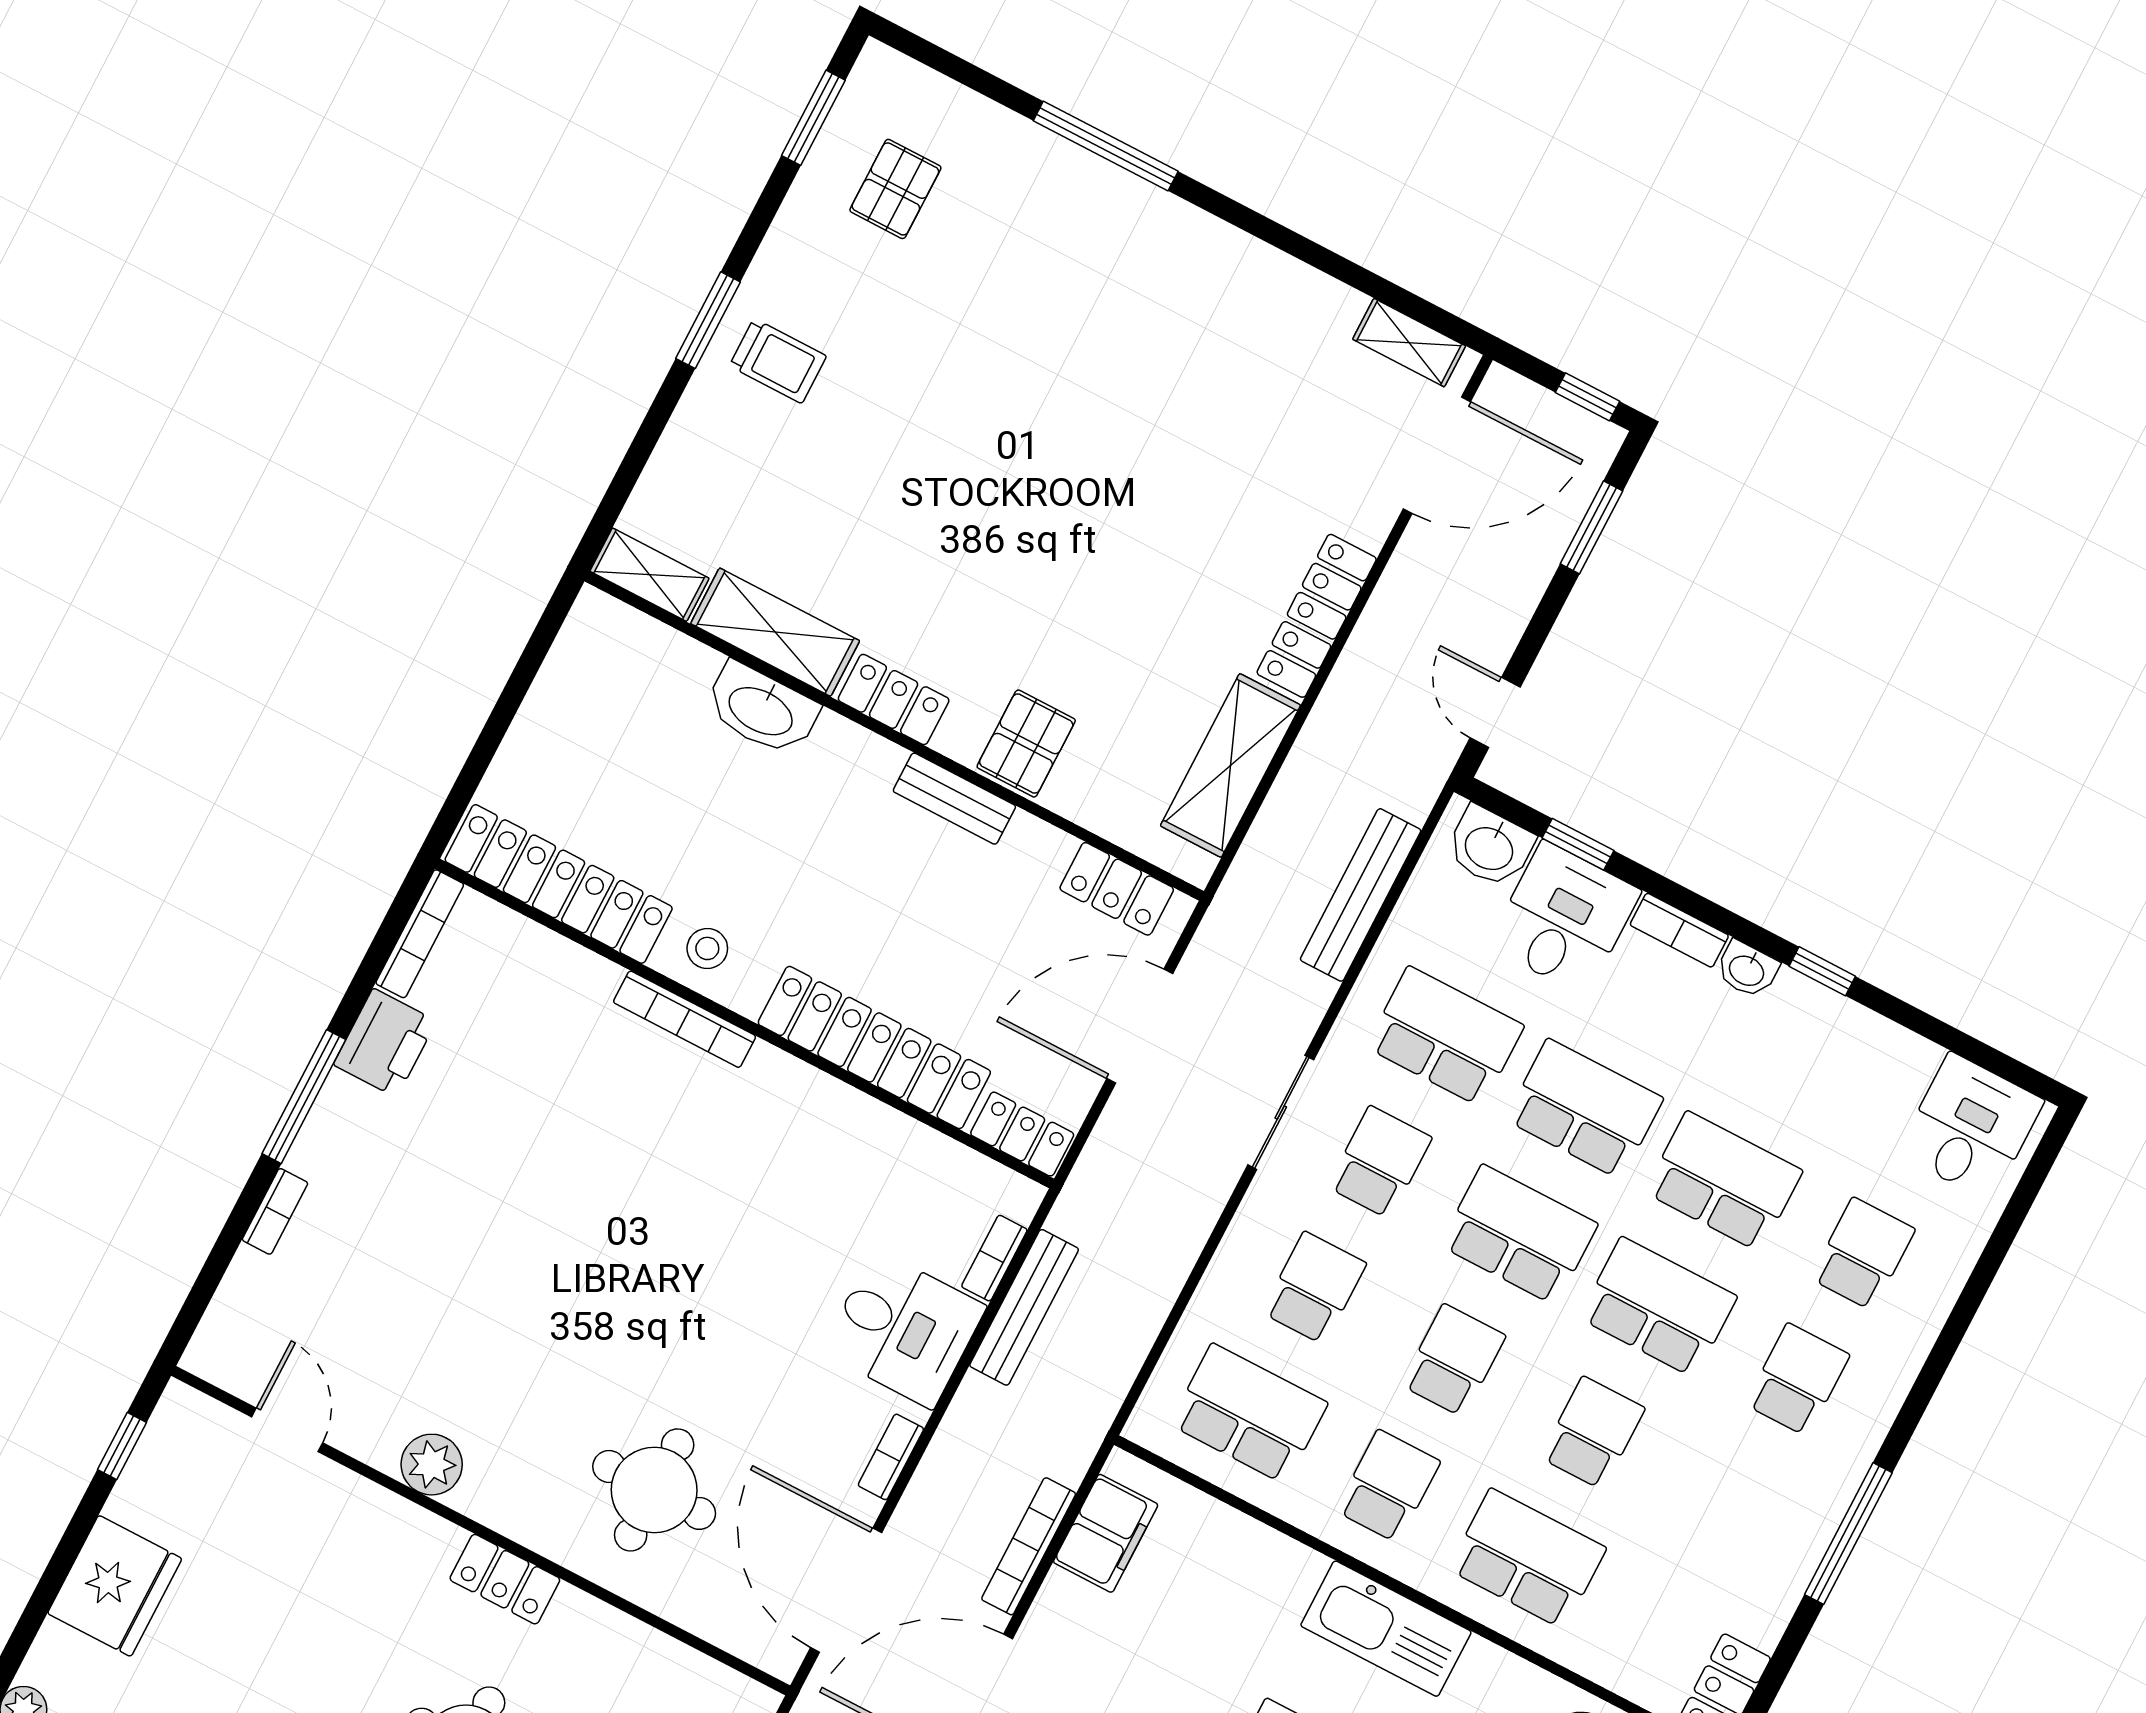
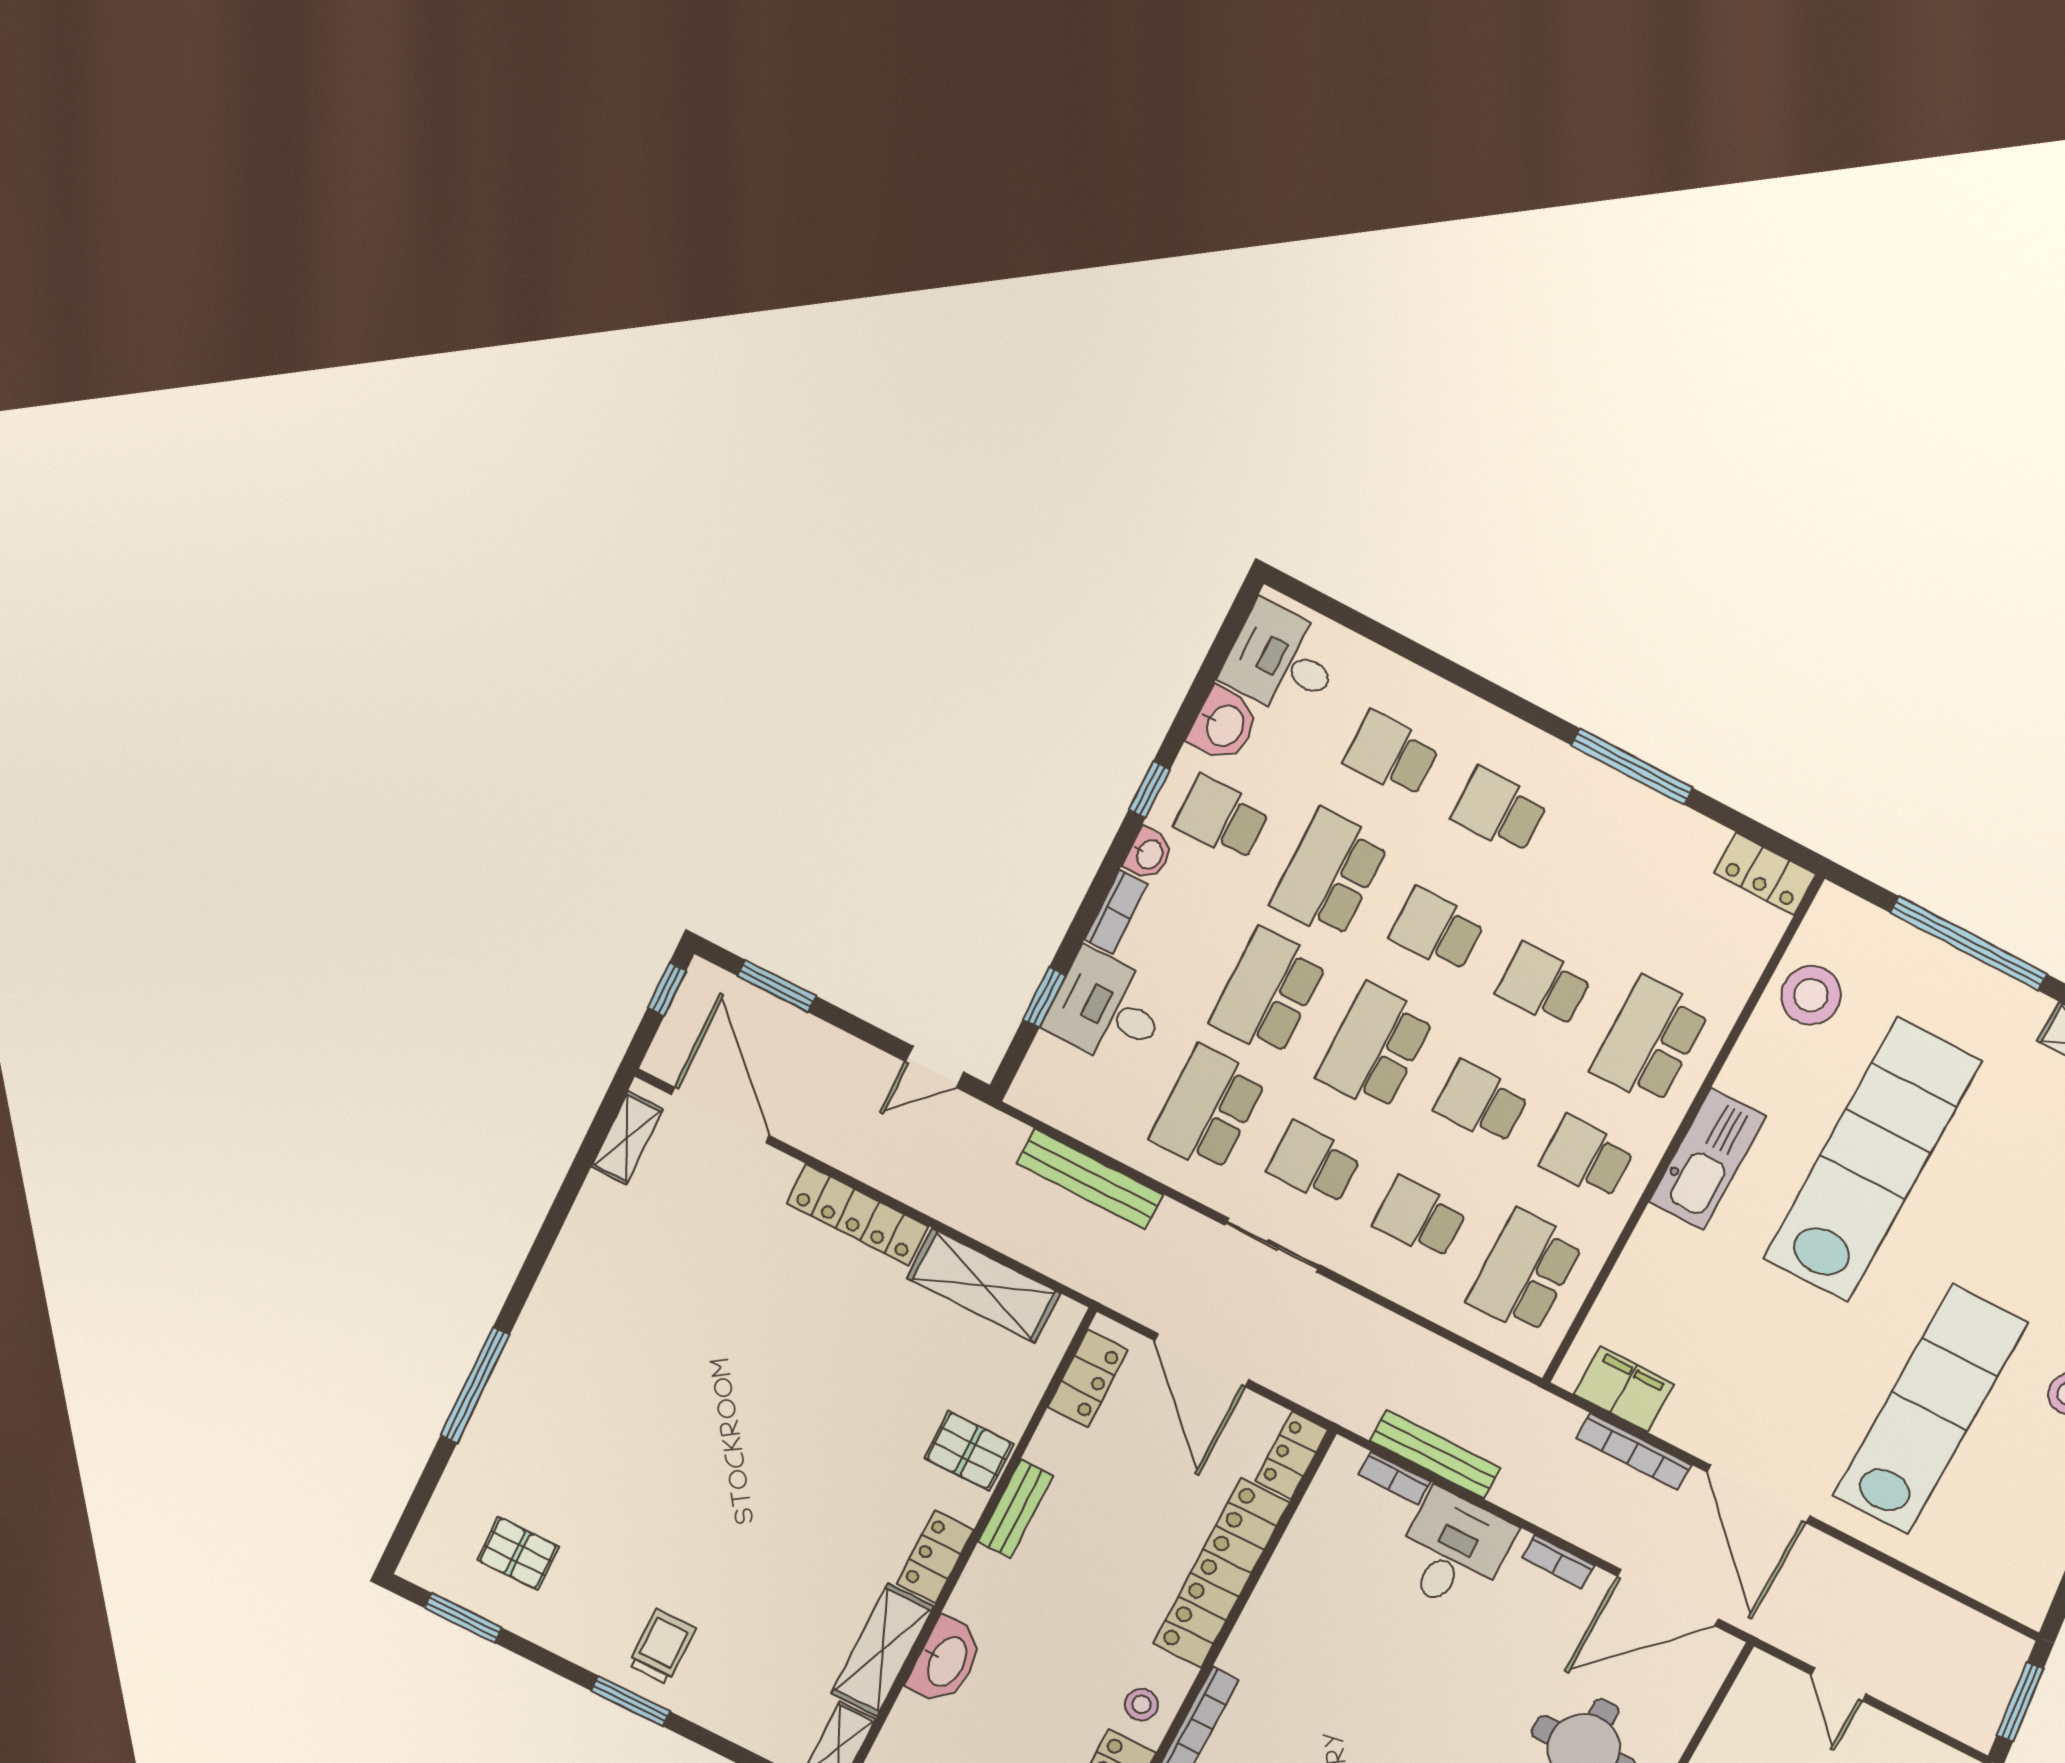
washbasin: (1490, 847) -> (1224, 725), moved
school desk: (1789, 1056) -> (1222, 818), added
school desk: (1658, 1307) -> (1437, 930), width x0.54

